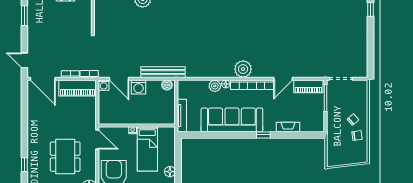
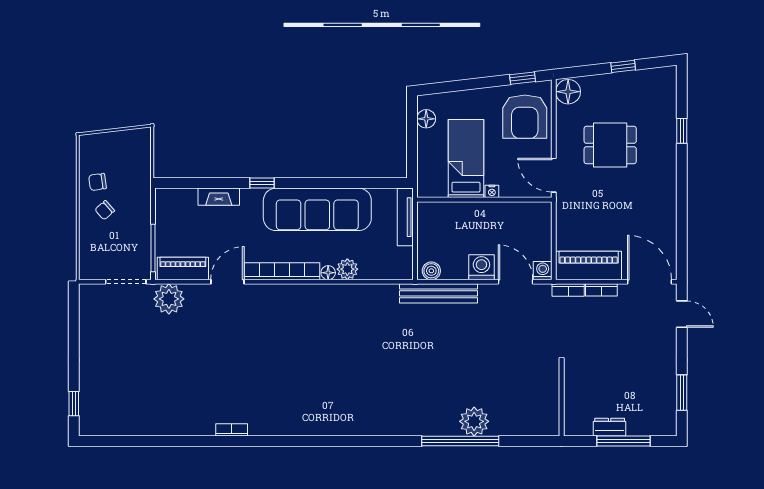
plant: (243, 69) -> (169, 299), moved
dining table: (65, 157) -> (610, 145), width x0.73

